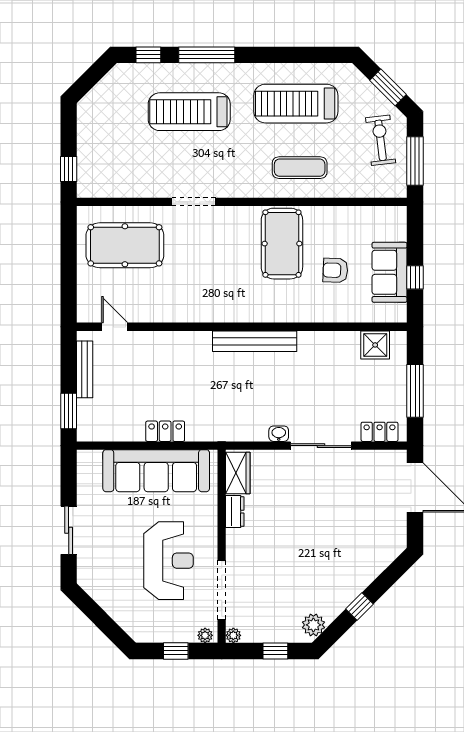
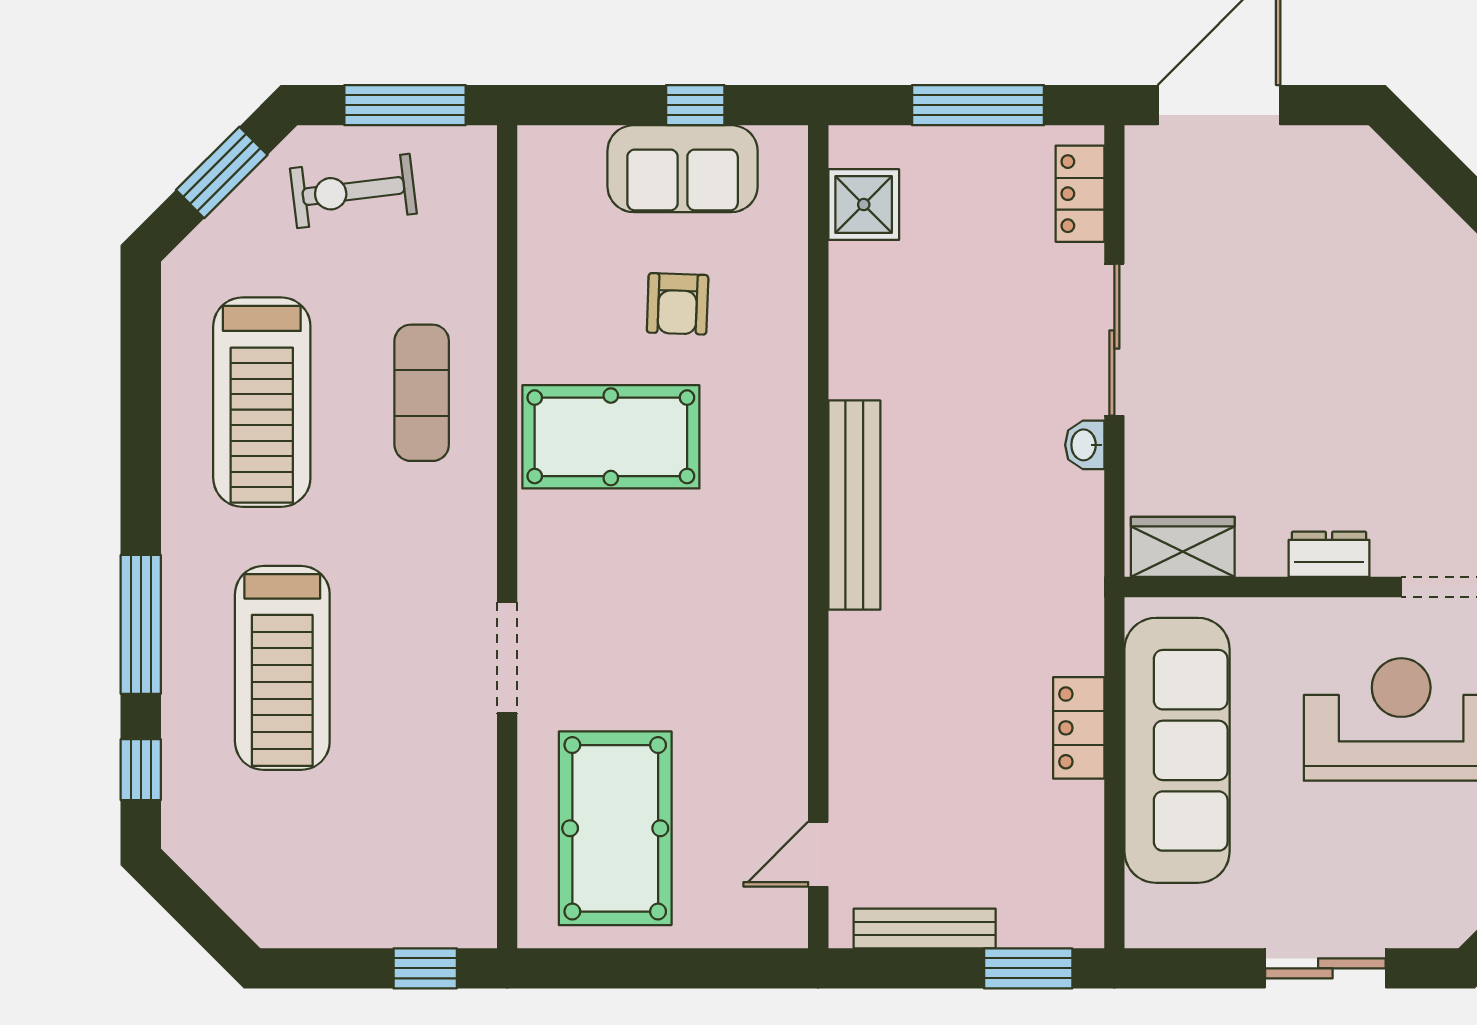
dresser: (235, 512) -> (1329, 554), moved

